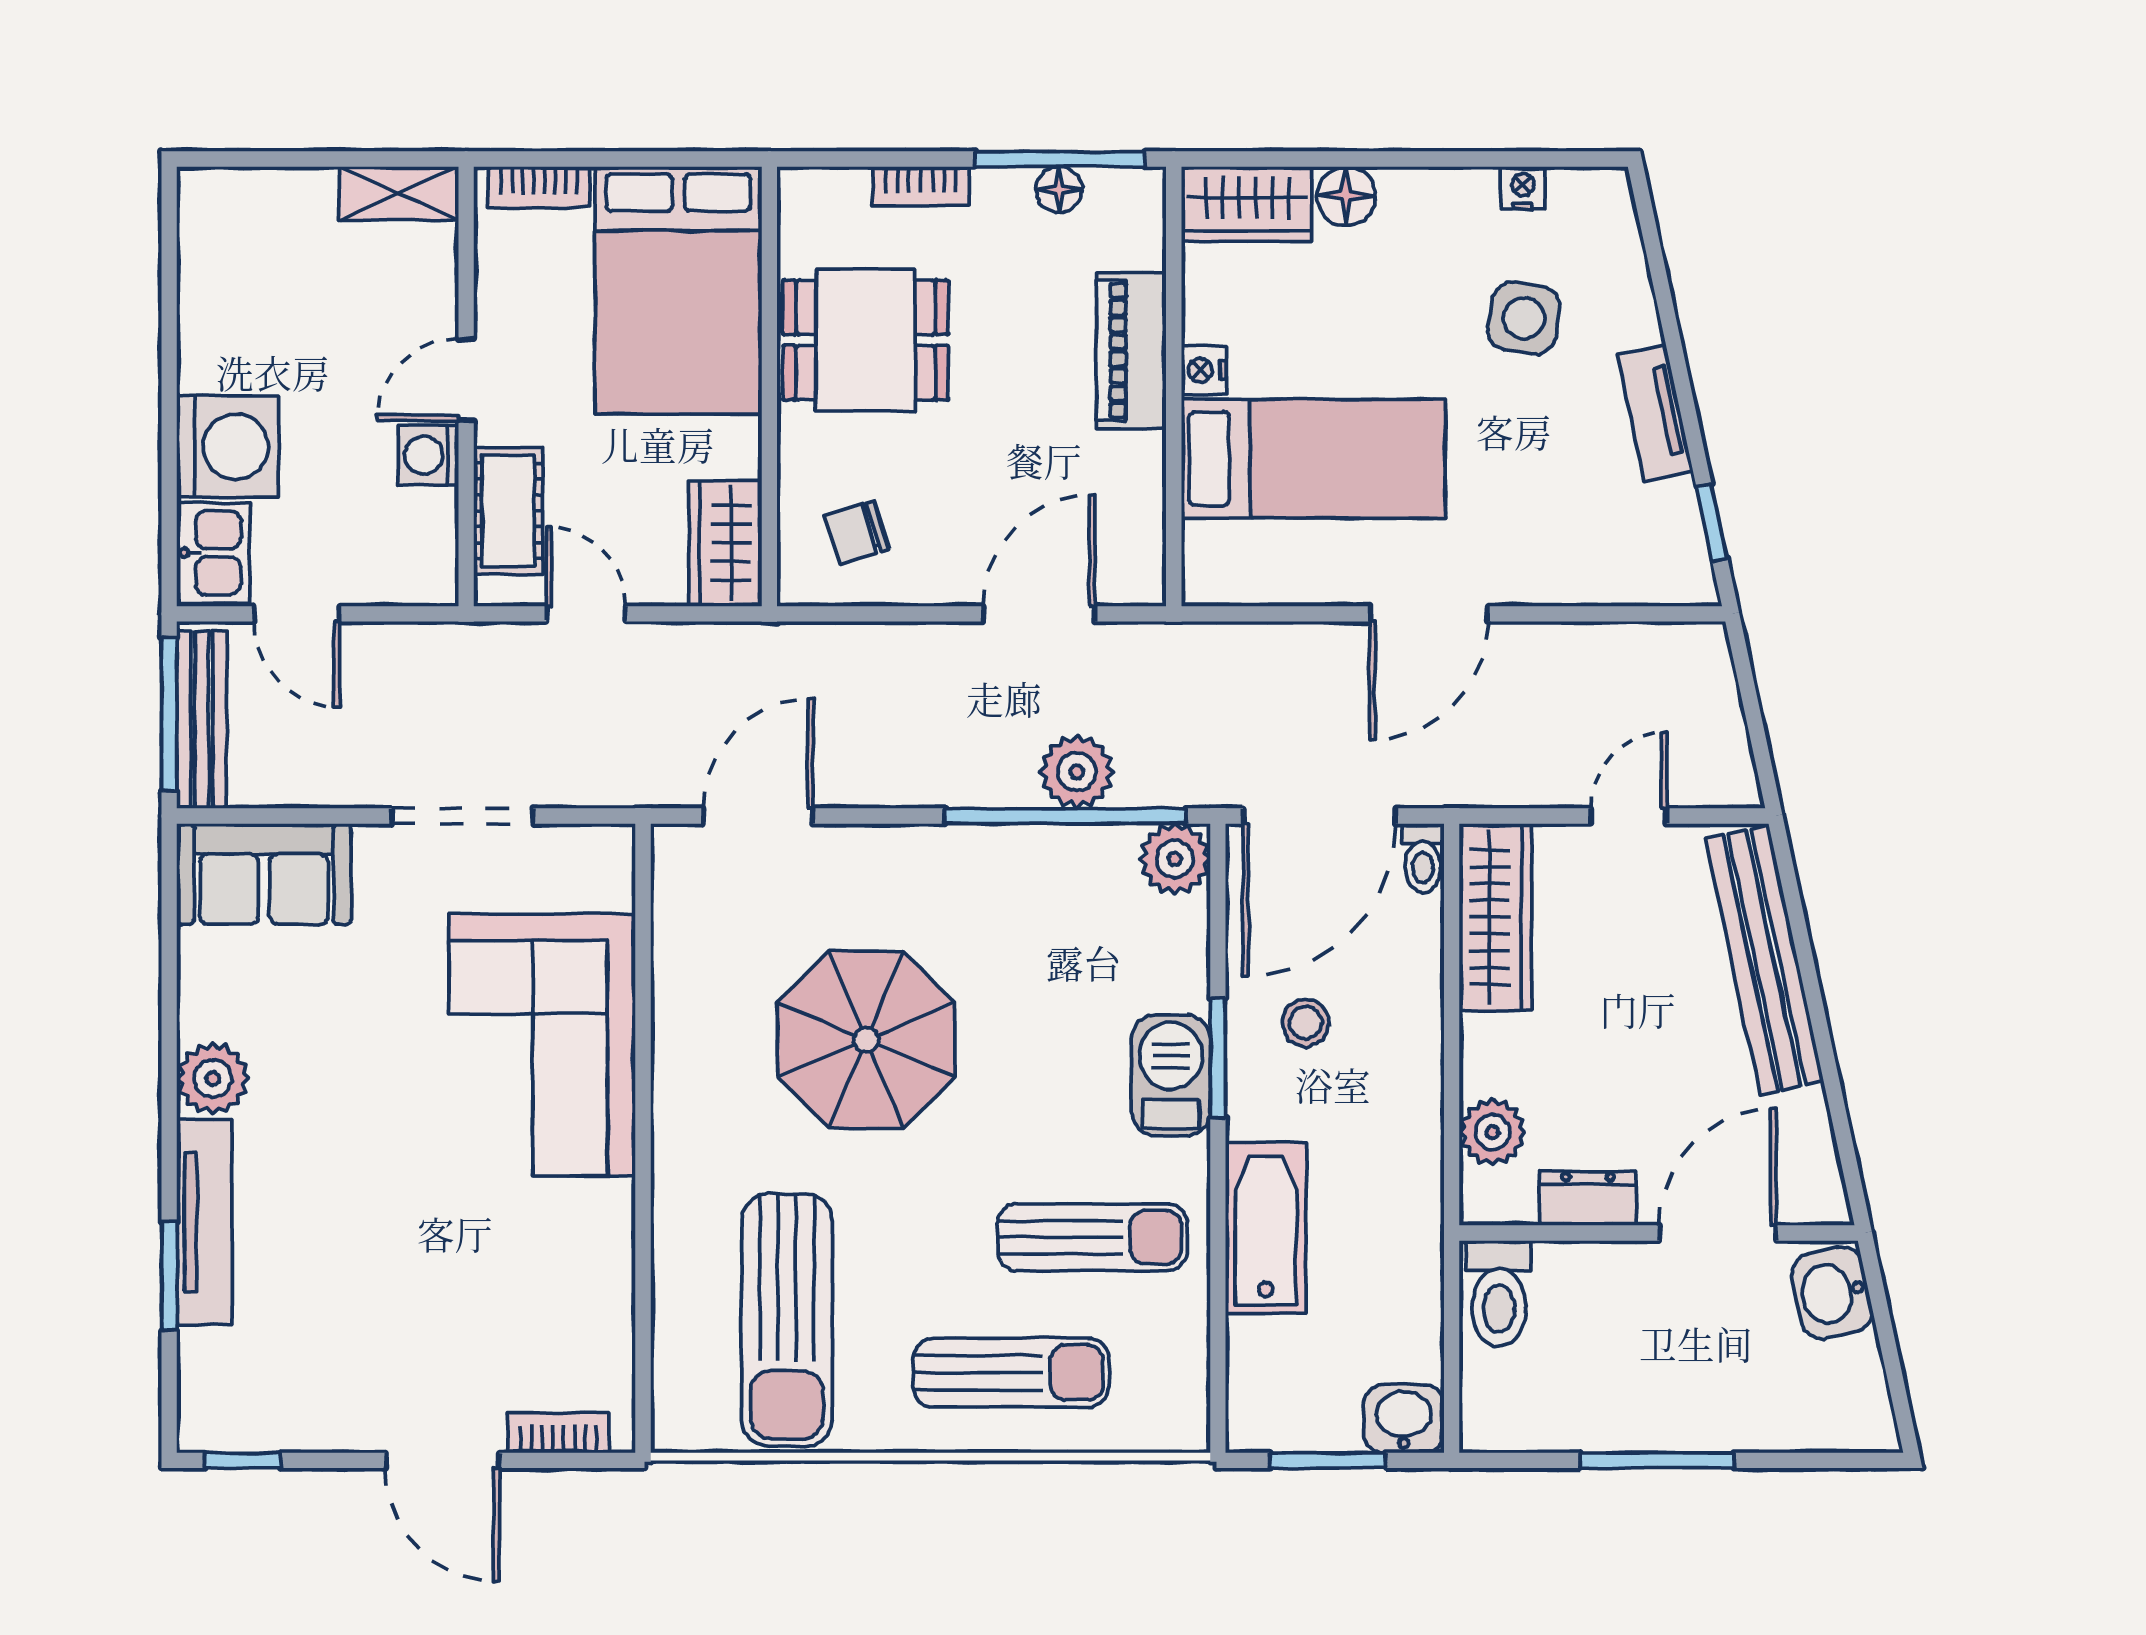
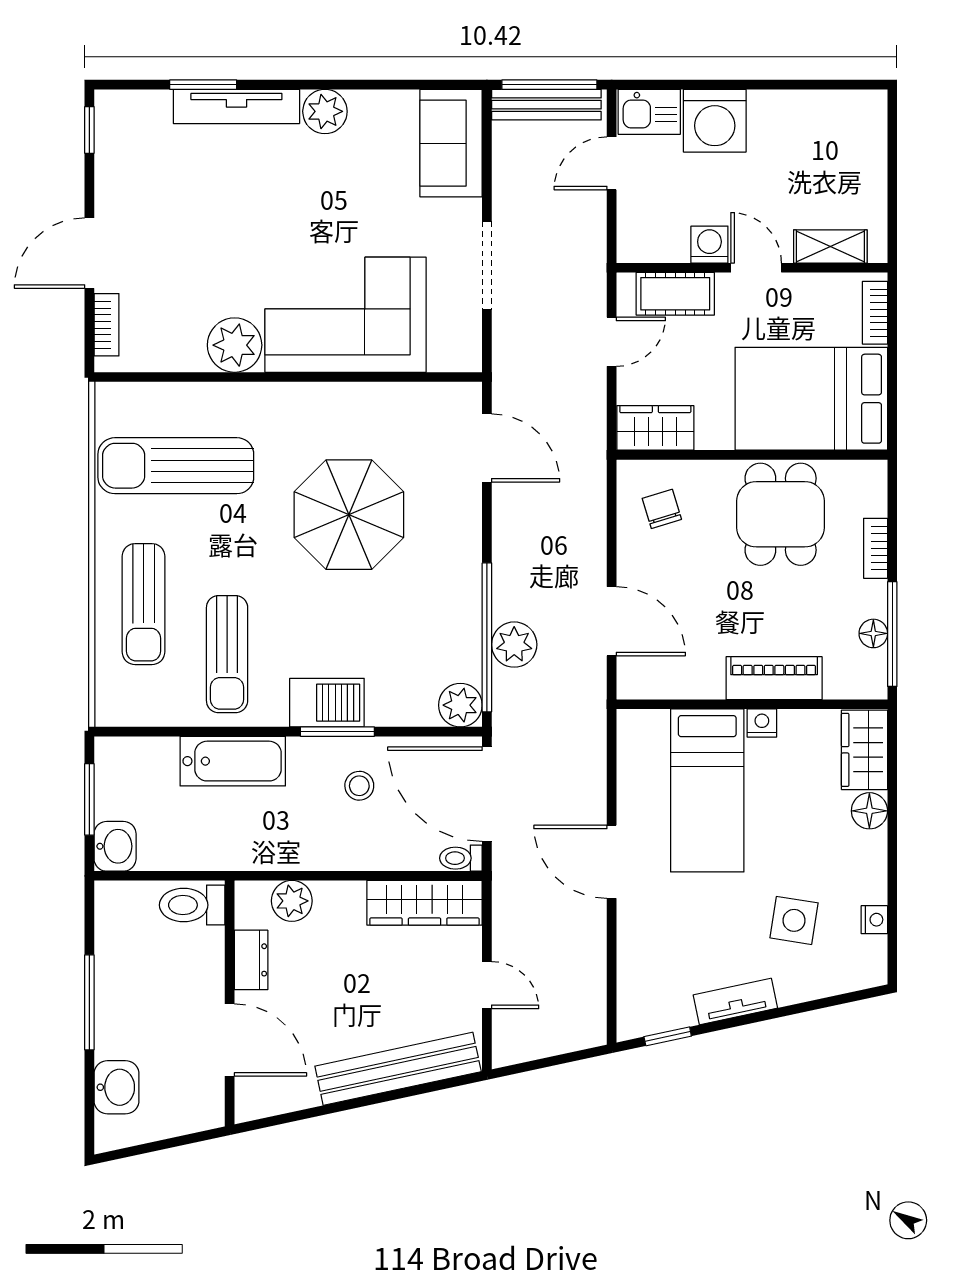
shelving: (399, 193) -> (830, 247), moved, turned 90
plant: (591, 1225) -> (235, 345), added
washbasin: (1832, 1293) -> (116, 1087), moved, turned 102

